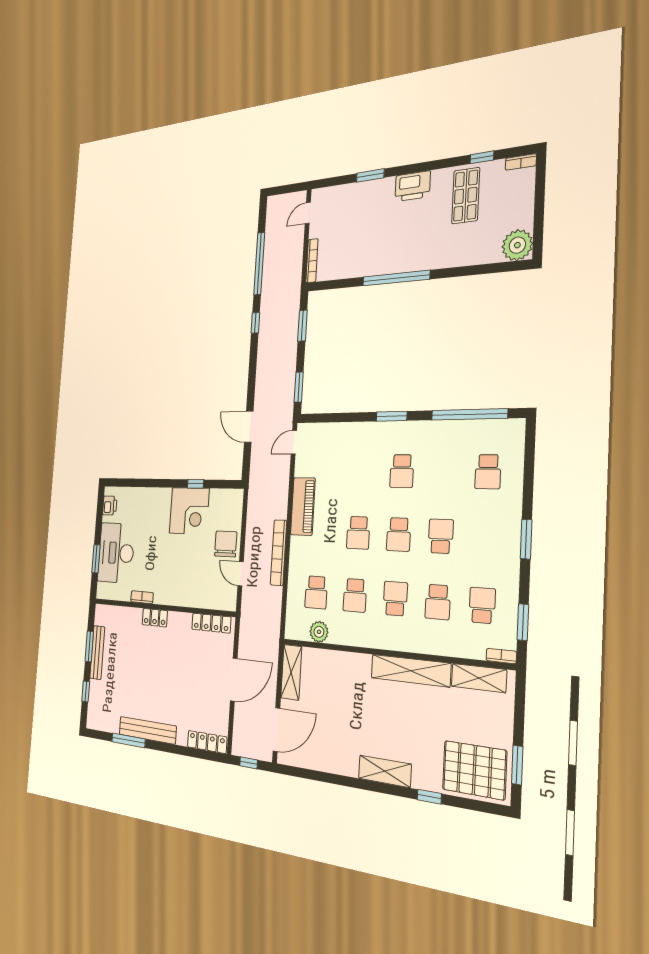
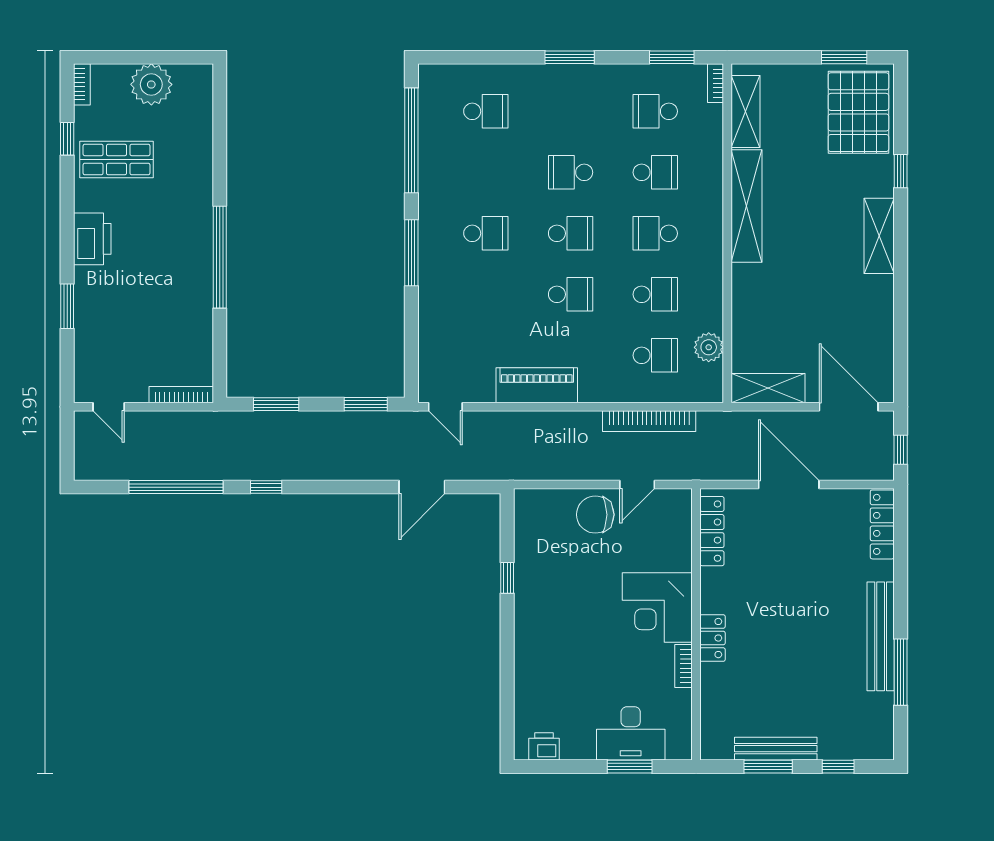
plant: (517, 245) -> (151, 84), moved
window: (392, 416) -> (411, 253), width x1.44
corner desk: (189, 511) -> (657, 607), moved, turned 180
desk: (116, 553) -> (631, 733), width x0.73, depth x0.77
bookcase: (279, 553) -> (649, 421), moved

